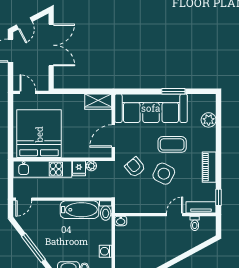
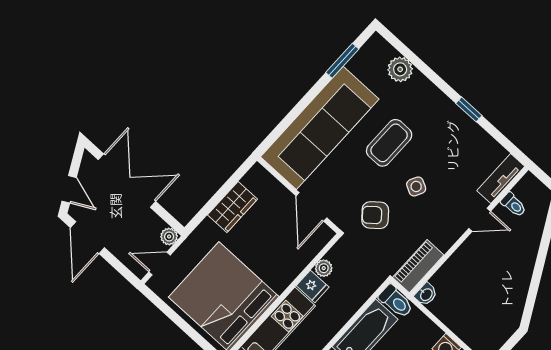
plant: (44, 86) -> (169, 236), added
window: (173, 91) -> (342, 61), moved
wardrobe: (98, 102) -> (232, 207), moved
piano: (209, 167) -> (418, 266), moved, turned 90
side table: (164, 174) -> (416, 186), width x0.54, depth x0.54
window: (219, 197) -> (469, 109), moved
door: (175, 215) -> (480, 220), swing flipped

